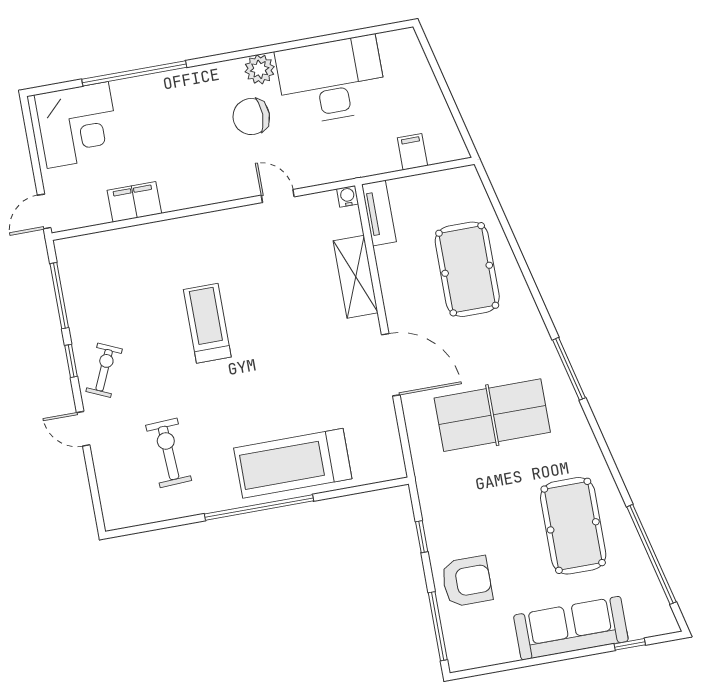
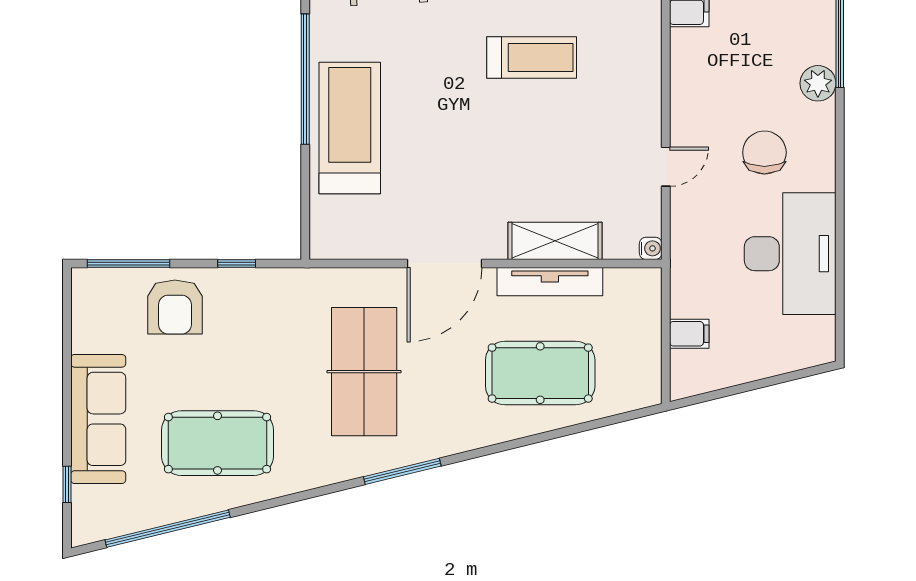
plant: (260, 69) -> (818, 83), moved
tv unit: (379, 213) -> (550, 282), moved, width x1.41

